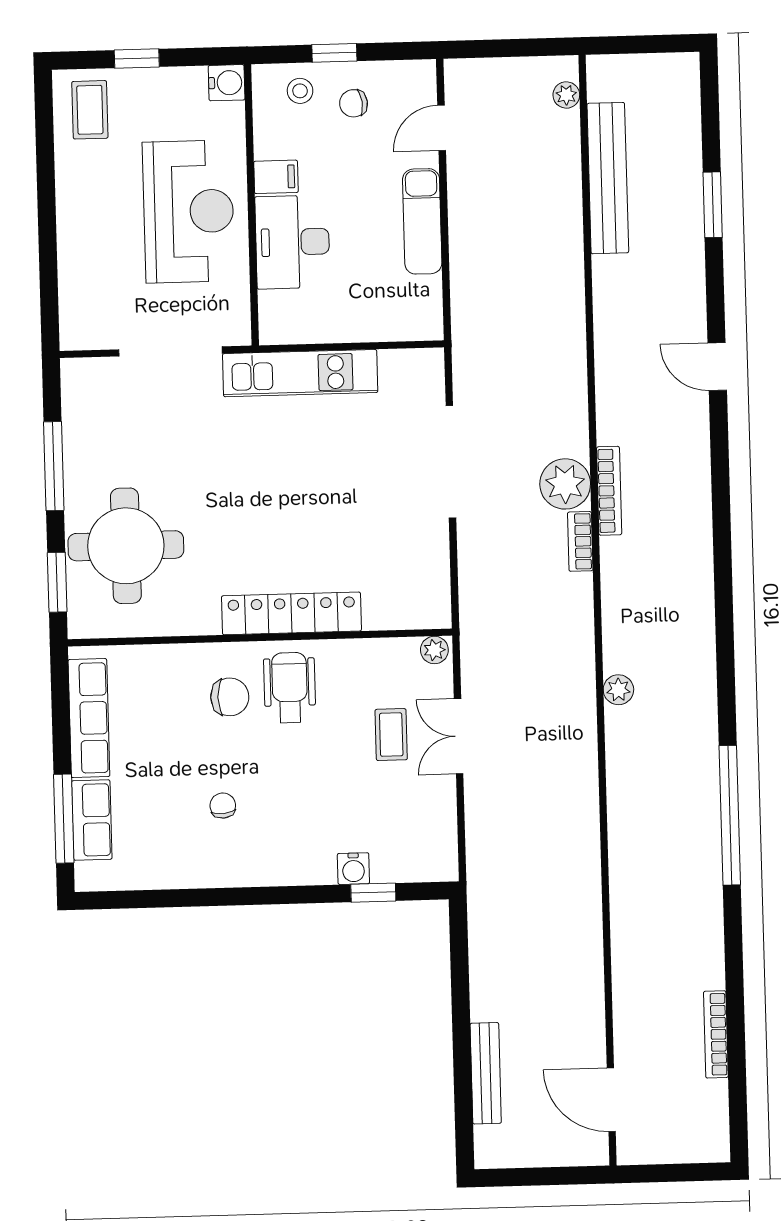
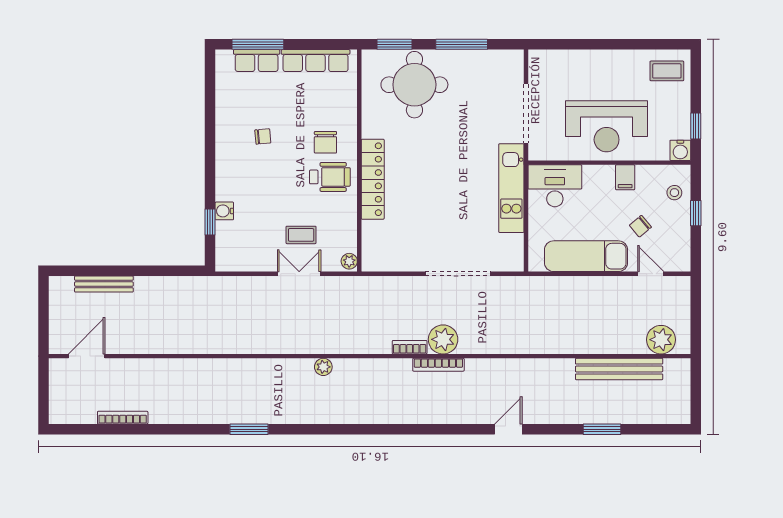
window: (137, 58) -> (696, 126), moved
plant: (566, 95) -> (661, 340), width x1.88, depth x1.88
chair: (354, 103) -> (640, 226), moved, turned -123
exam couch: (422, 221) -> (586, 256), width x1.36, depth x1.45
desk: (292, 242) -> (555, 186), moved
window: (730, 815) -> (249, 429), width x0.47

